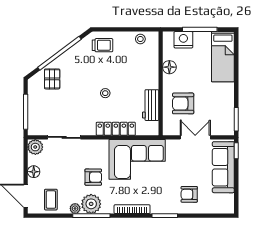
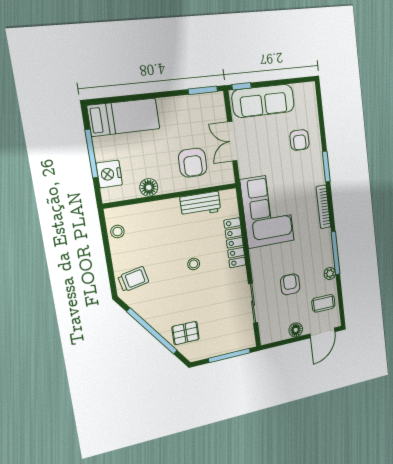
trolley: (102, 45) -> (133, 279), turned 78
plant: (35, 147) -> (268, 335), removed
armchair: (93, 177) -> (290, 284), moved
plant: (91, 204) -> (323, 256), removed

